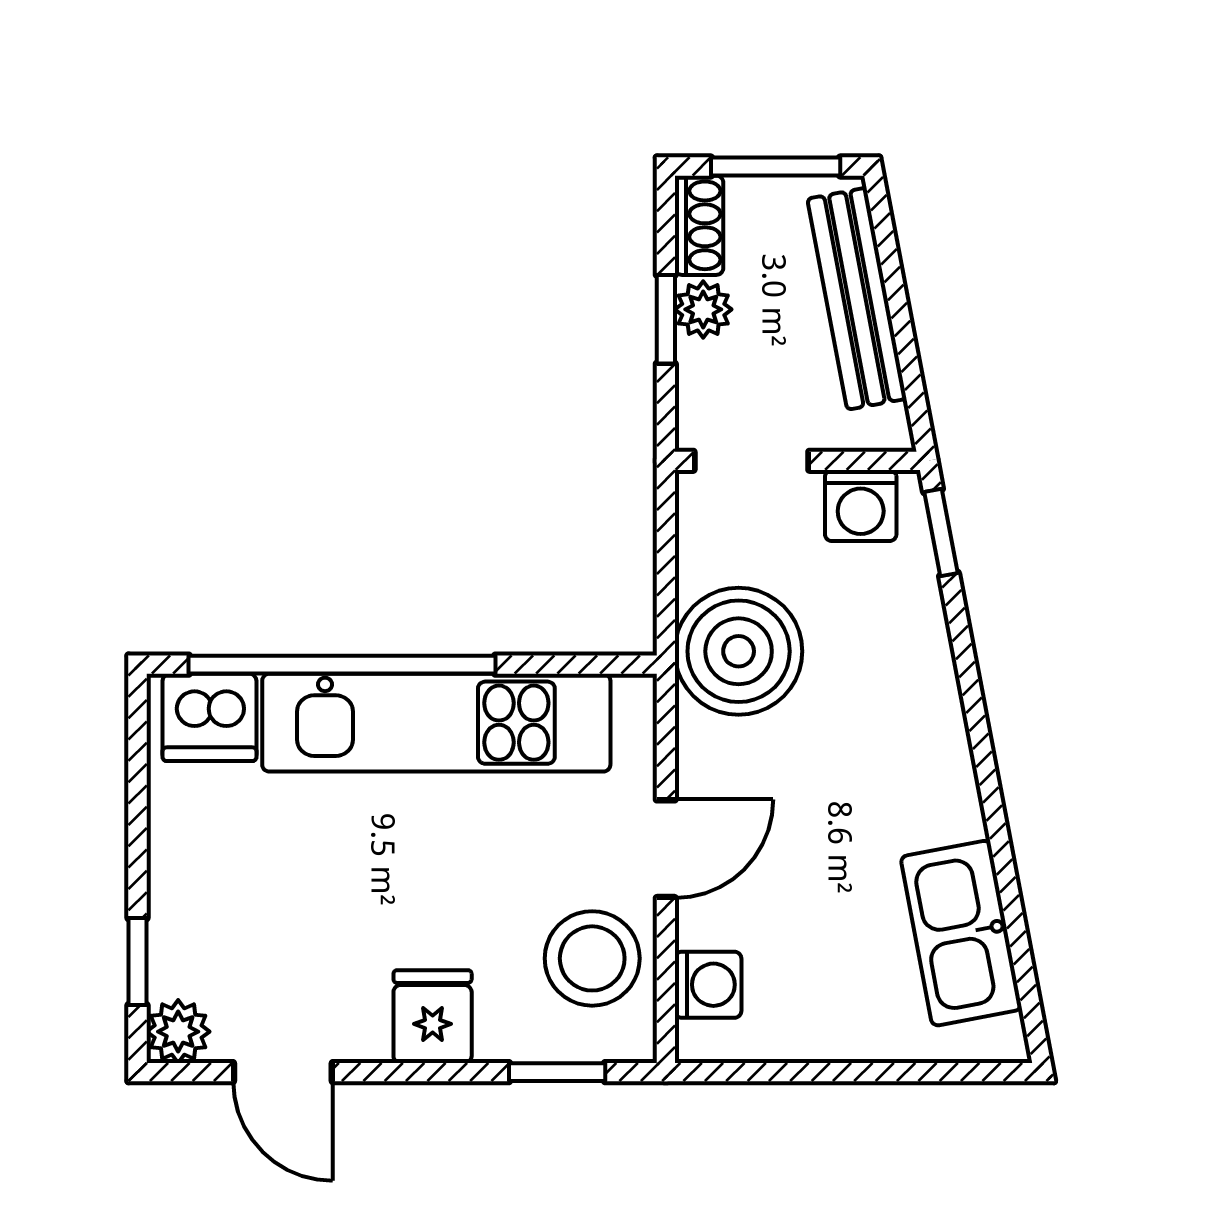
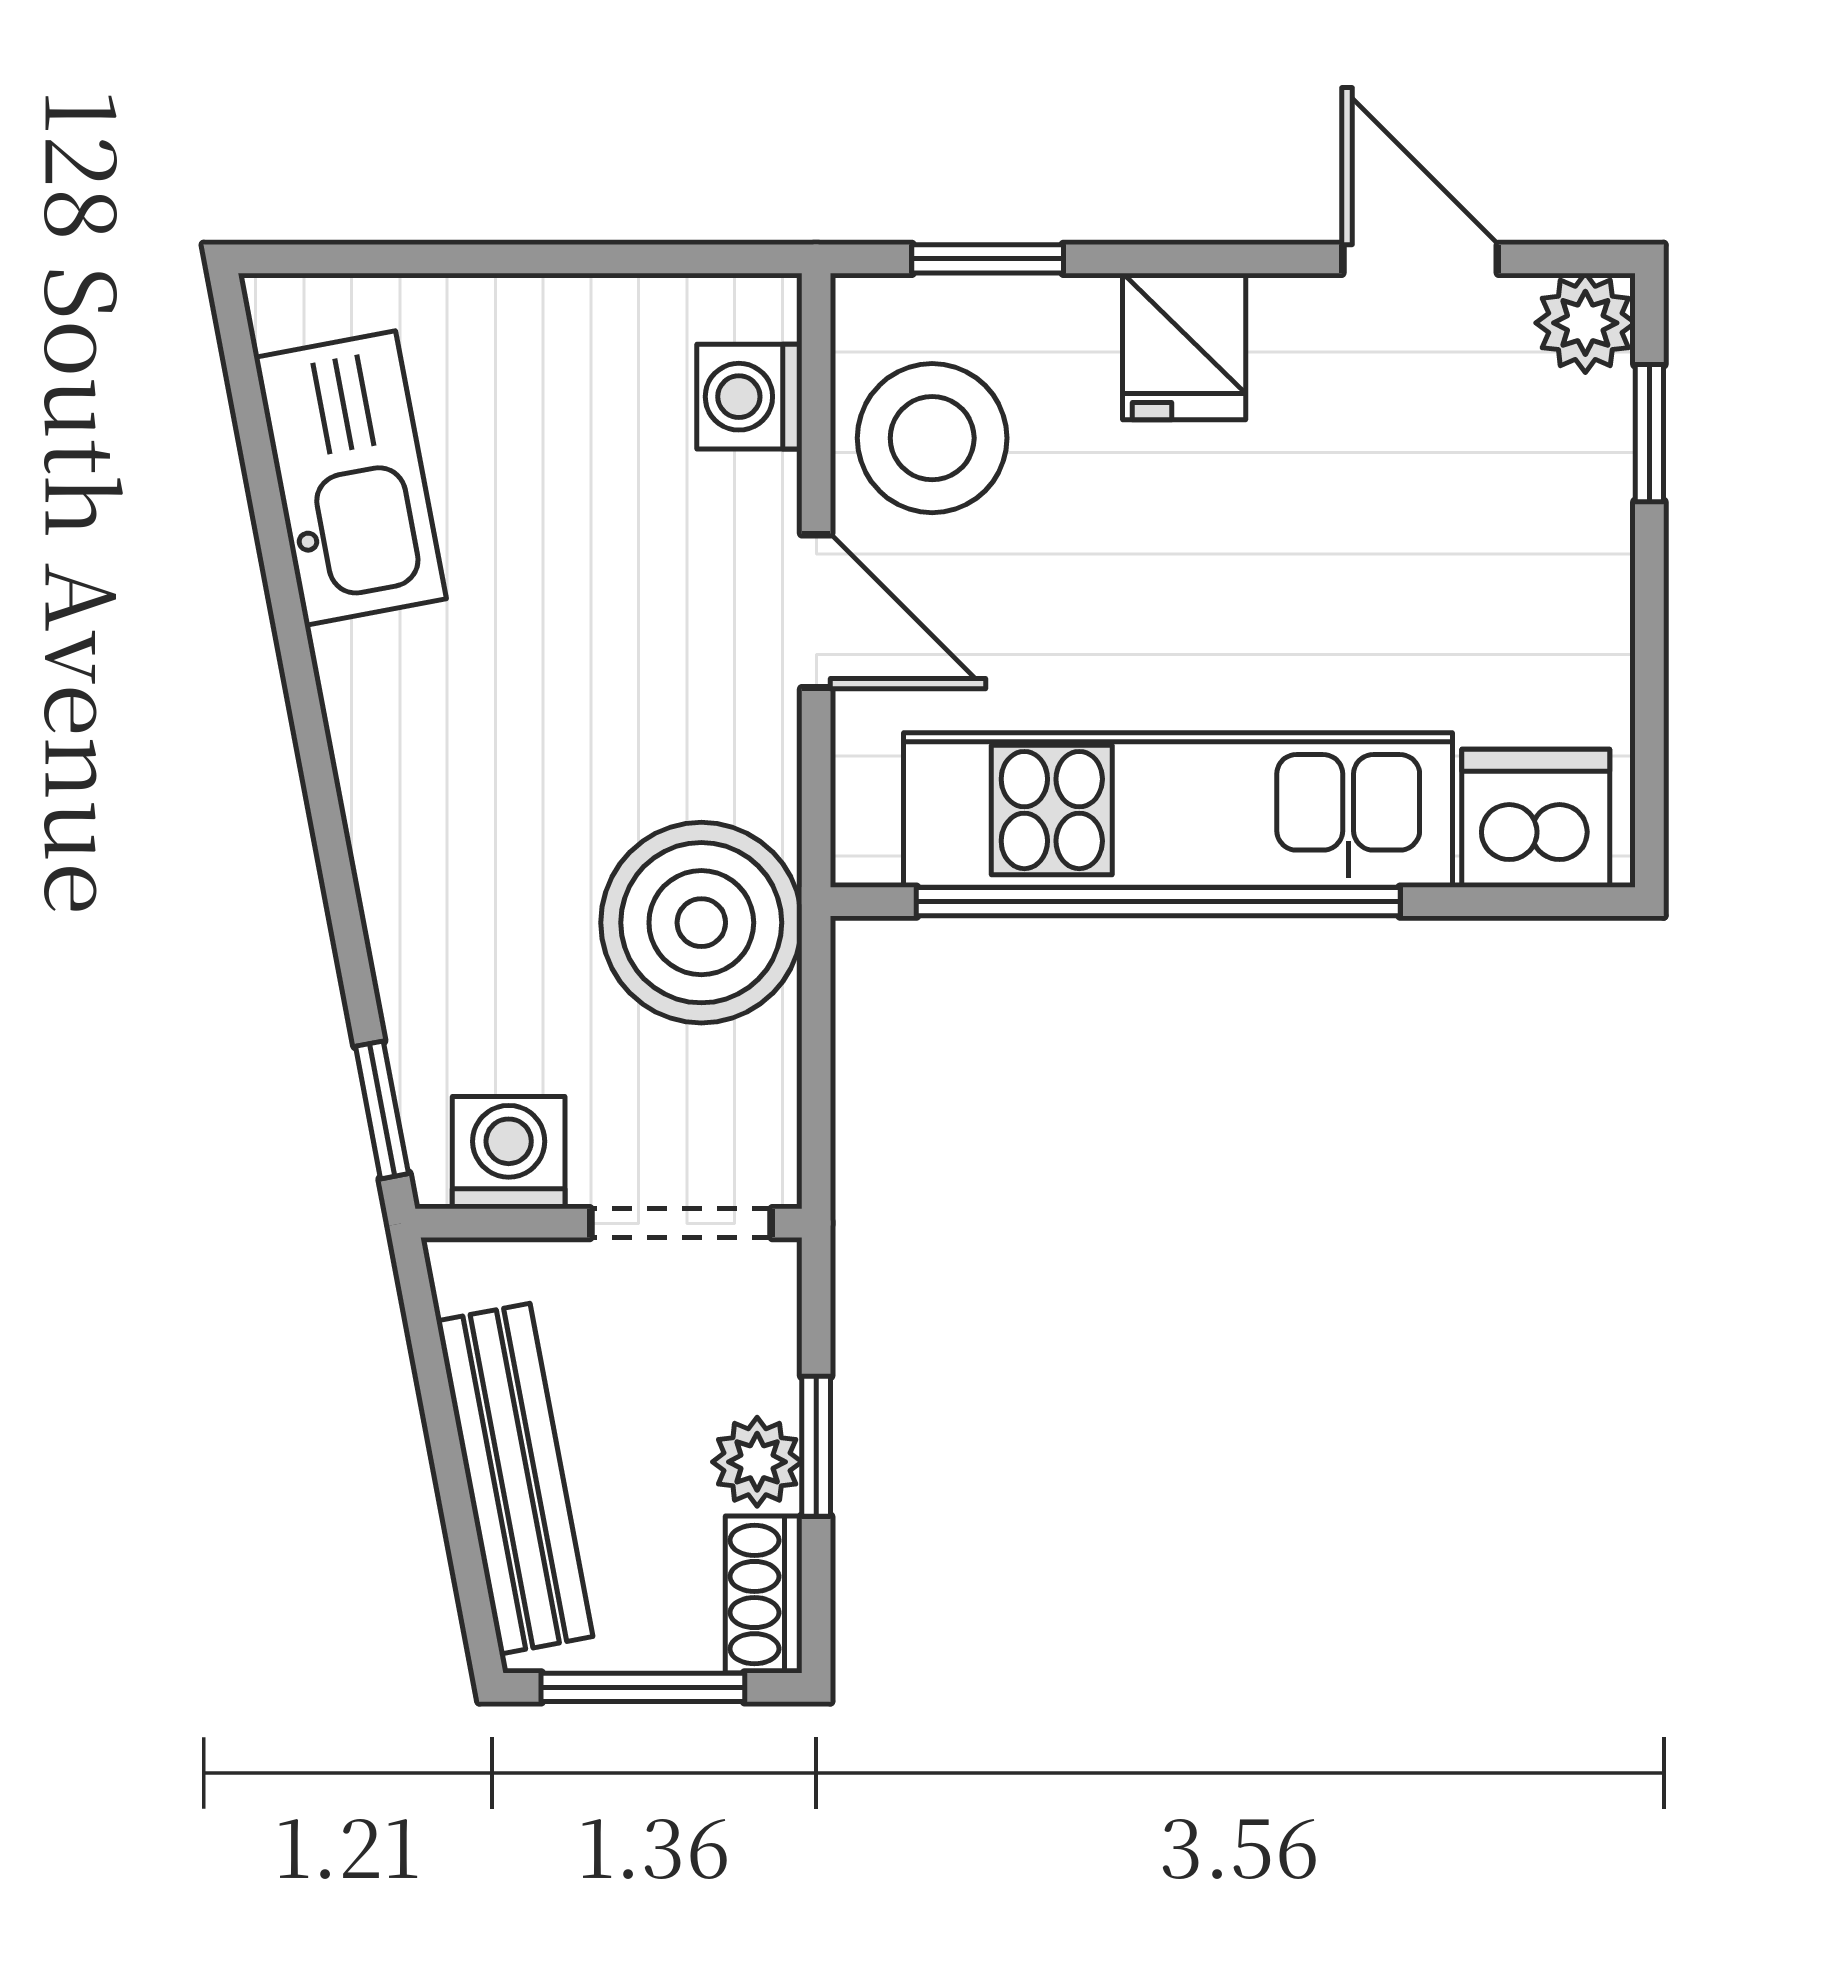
window: (342, 665) -> (1158, 902), moved
door: (666, 849) -> (816, 611), swing flipped

